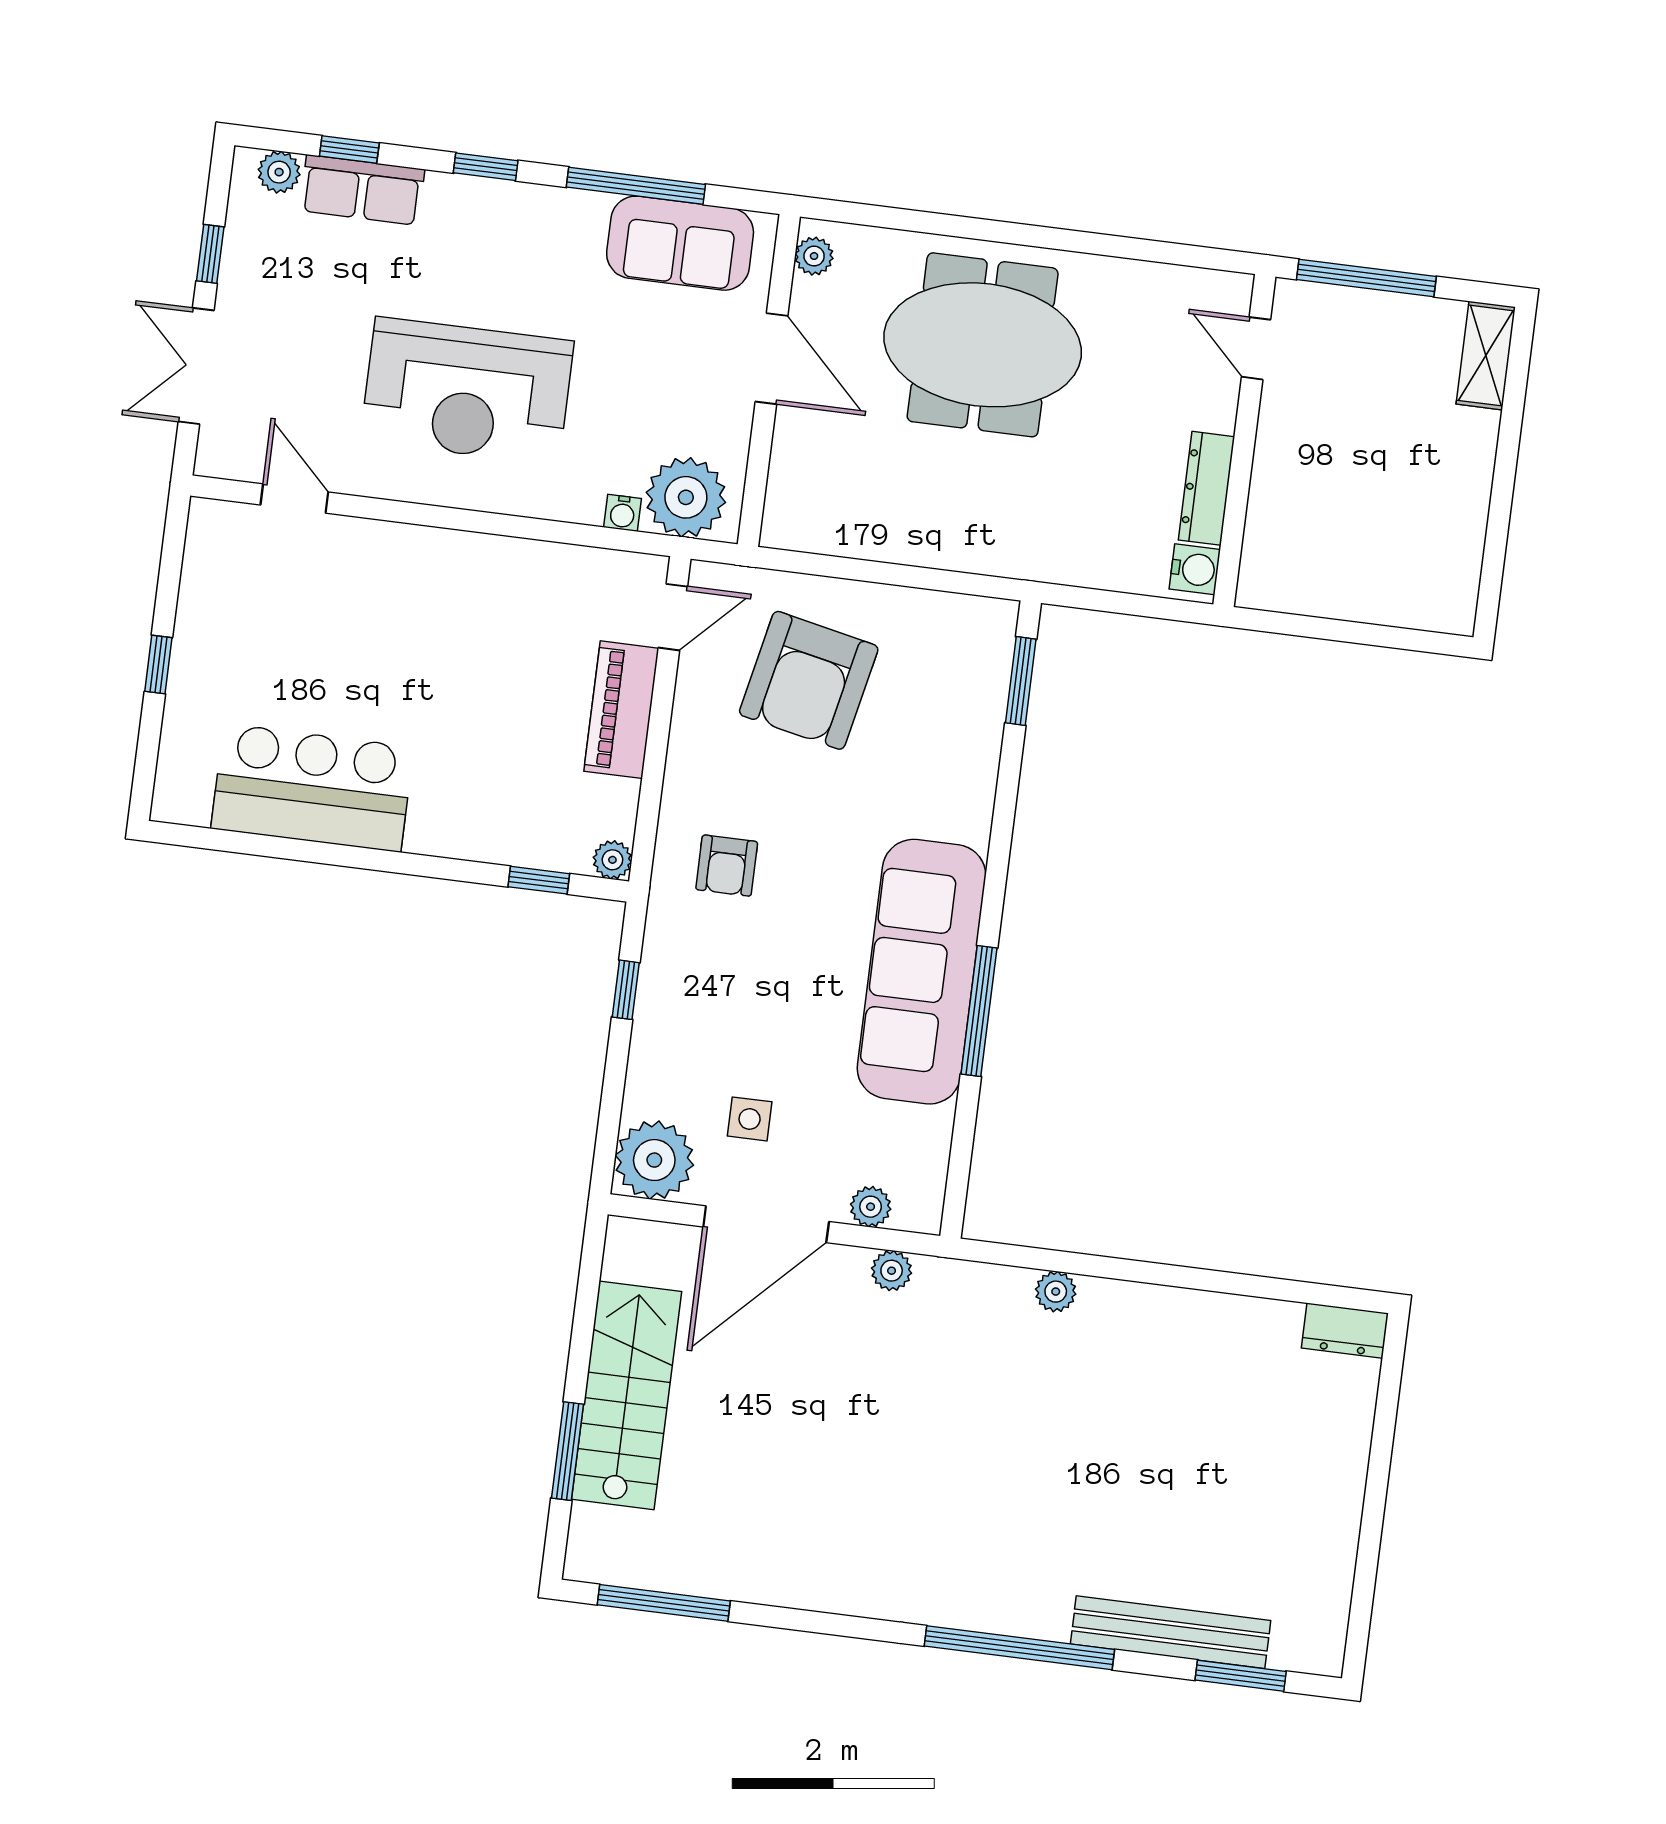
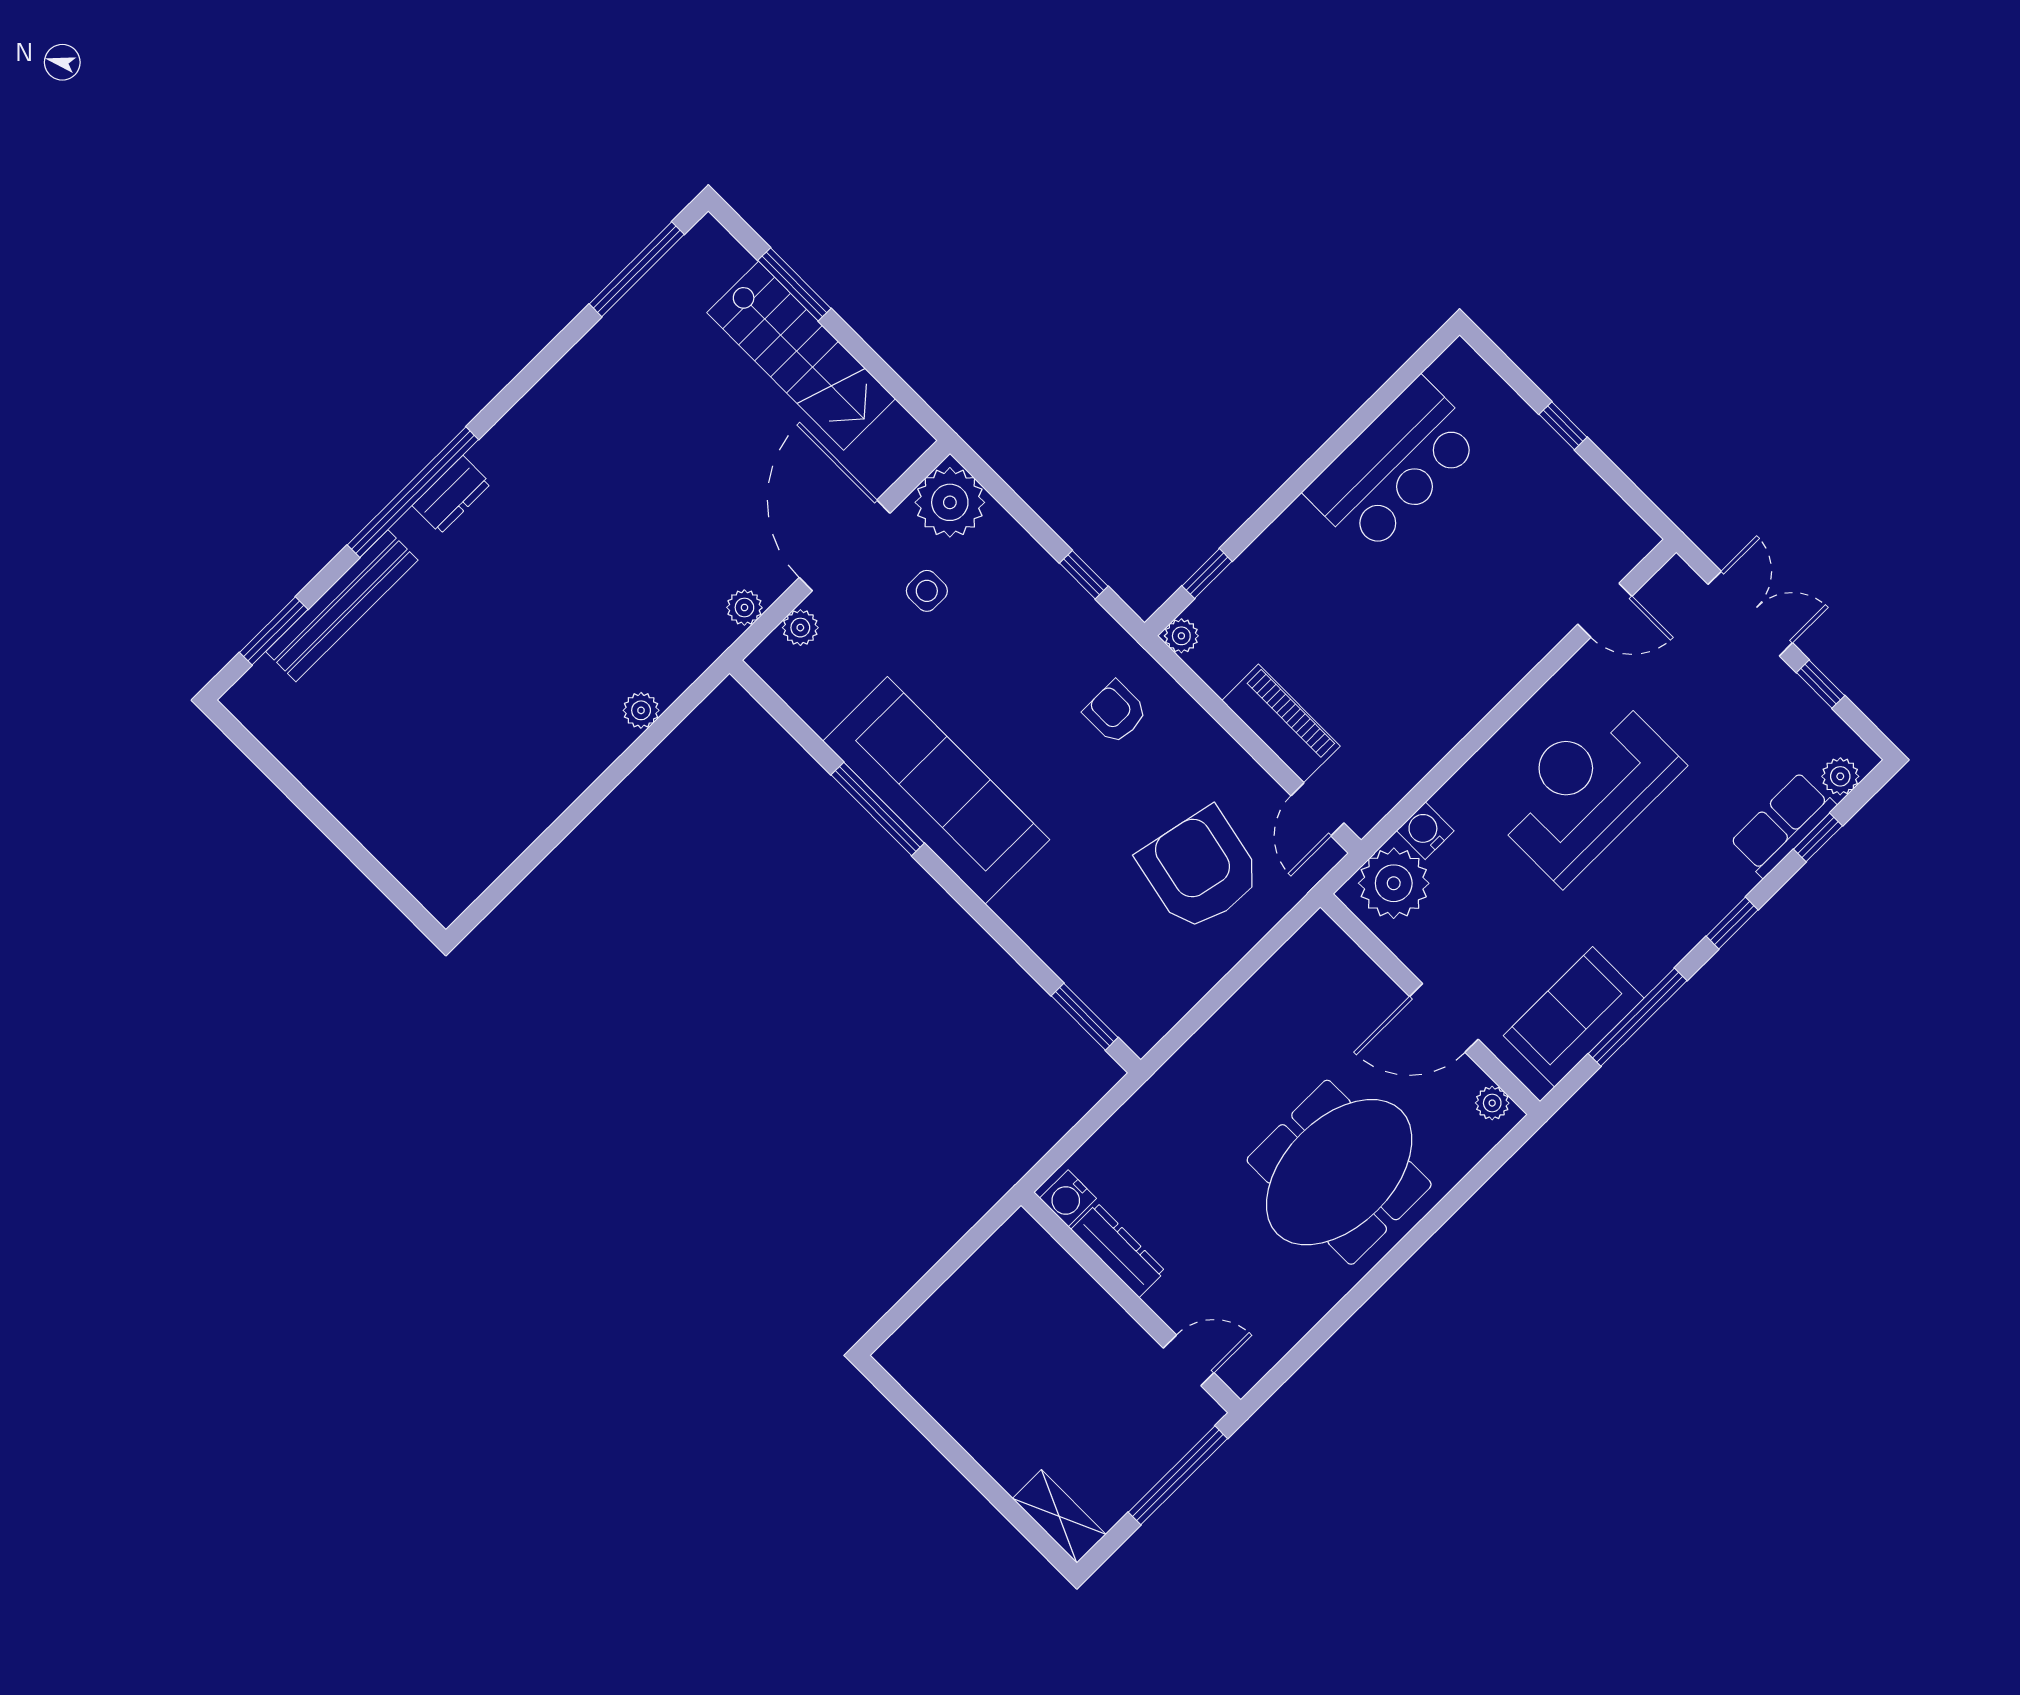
water cooler: (623, 513) -> (1425, 831), width x1.38, depth x1.38
dresser: (1345, 1331) -> (452, 495), moved, turned 180

